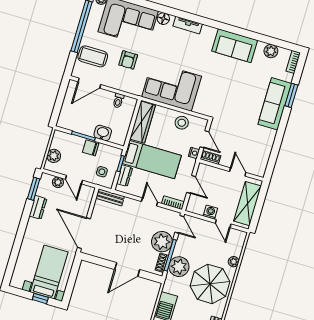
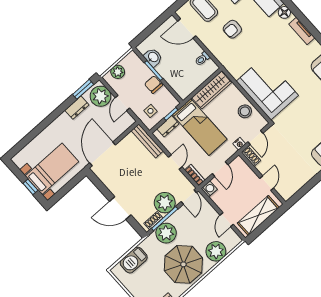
corner sofa: (172, 86) -> (267, 88), moved
washbasin: (103, 133) -> (153, 57), moved
plant: (58, 182) -> (100, 96), width x1.88, depth x1.88
bench: (110, 197) -> (147, 141), width x1.36
washing machine: (210, 212) -> (209, 189), moved
plant: (234, 262) -> (216, 251), width x1.87, depth x1.87

